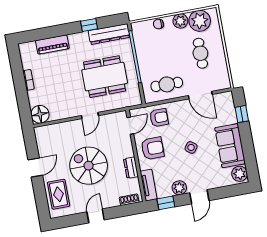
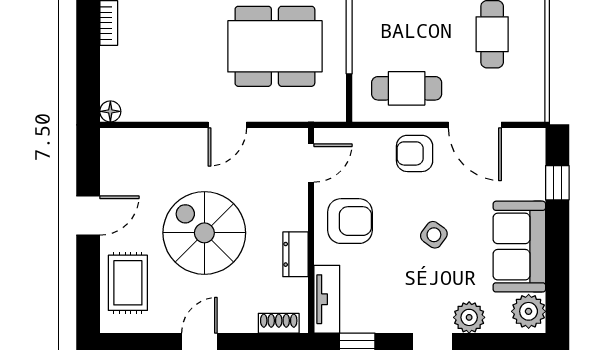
floor lamp: (40, 114) -> (110, 111), width x0.53, depth x0.53
armchair: (159, 118) -> (415, 153), moved, turned 180
plant: (179, 188) -> (469, 317), moved

